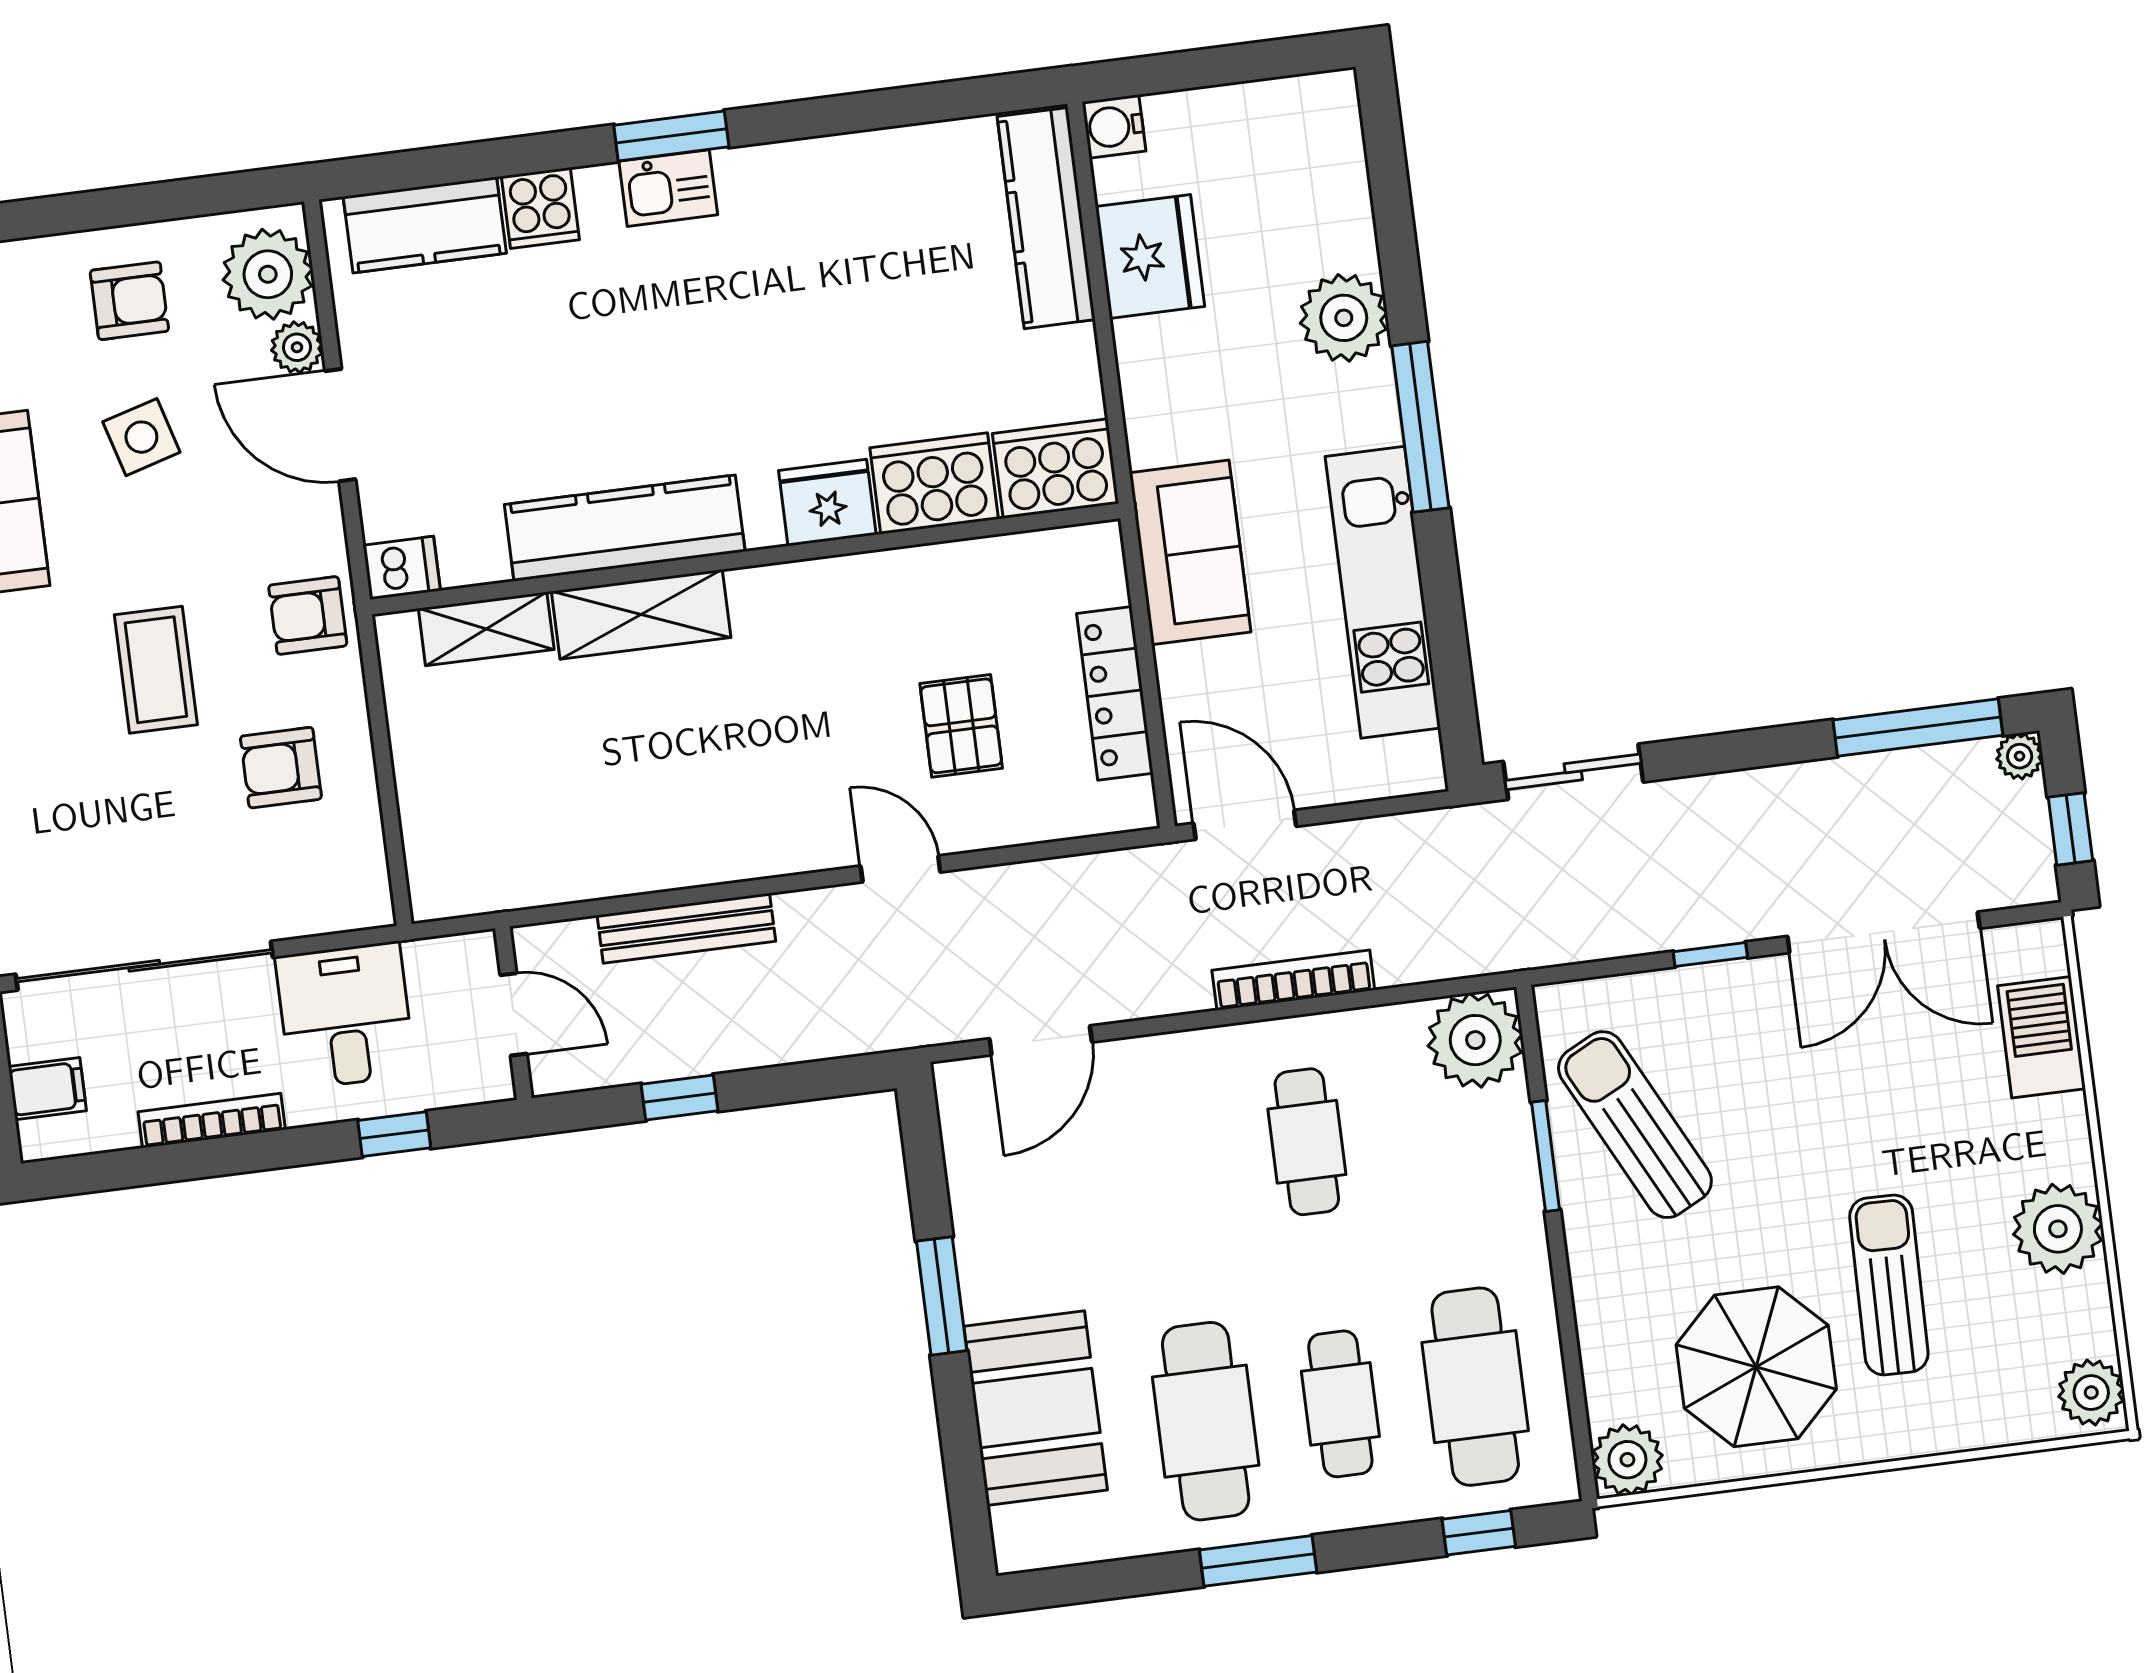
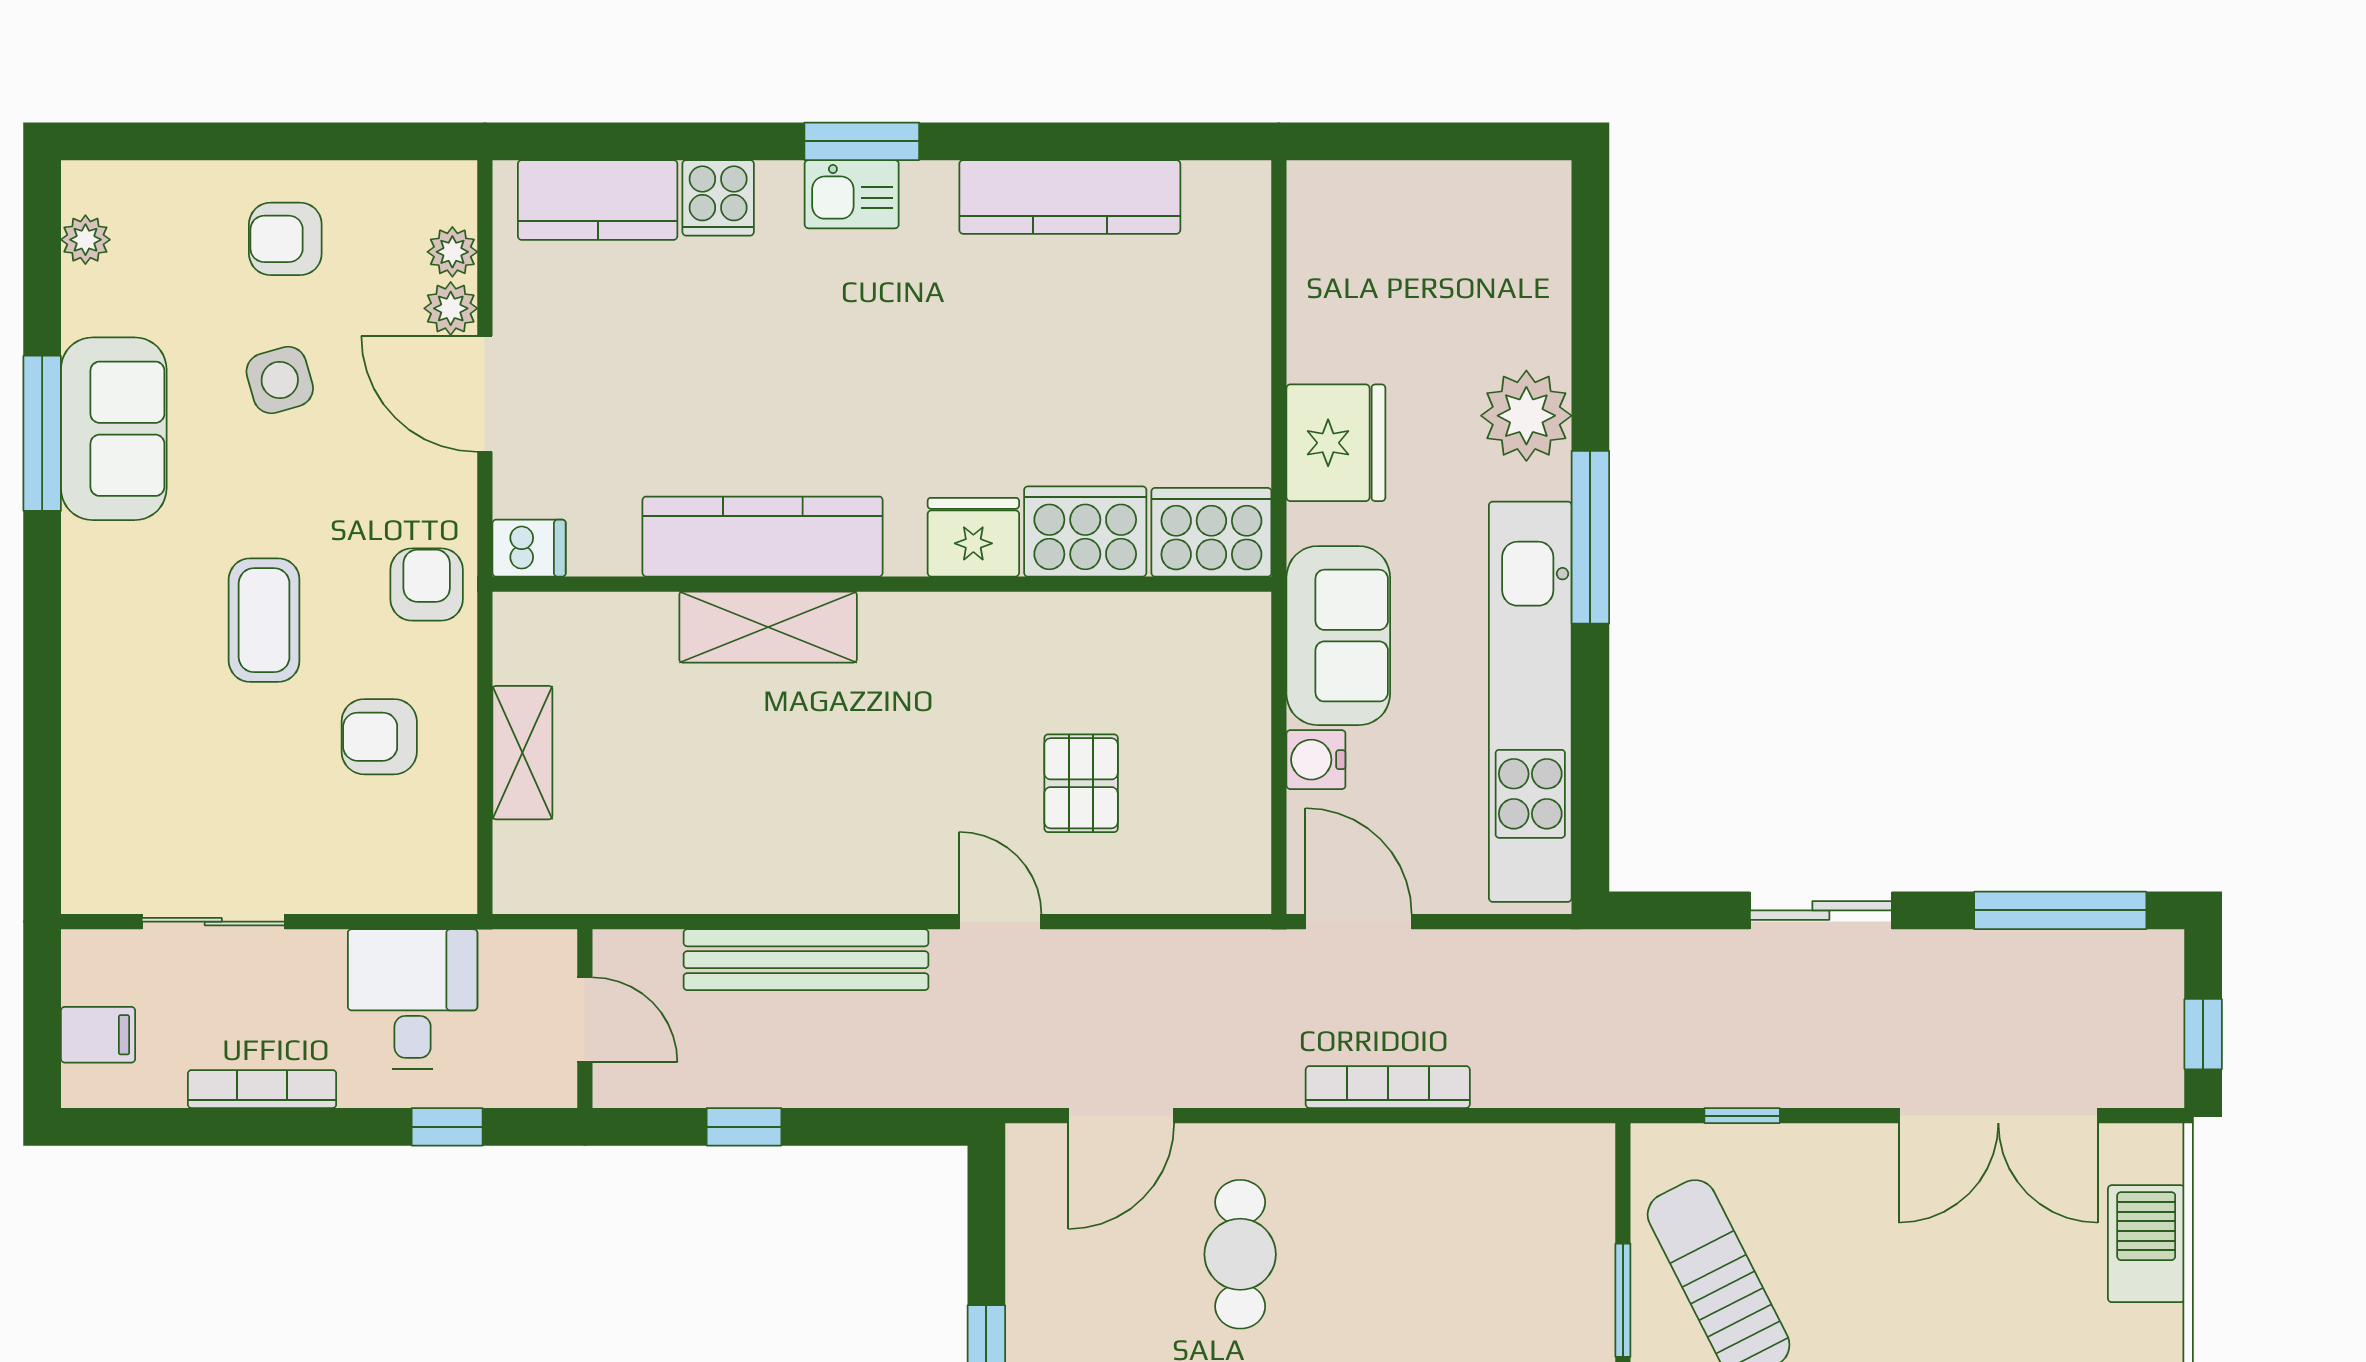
water cooler: (1114, 126) -> (1316, 760), moved
kitchen counter: (1046, 218) -> (1070, 197), moved, turned -90
fridge: (1150, 256) -> (1336, 443), moved
plant: (268, 274) -> (452, 252), width x0.53, depth x0.53
armchair: (129, 301) -> (285, 239), turned 180
kitchen unit: (1383, 592) -> (1530, 702), width x1.36
armchair: (308, 615) -> (427, 585), turned 90
shelving: (486, 629) -> (522, 753), moved, turned 90
locker: (1115, 693) -> (1243, 770), removed
plant: (2020, 756) -> (2161, 953), removed
sliding door: (1573, 772) -> (1821, 910), moved
bench: (686, 928) -> (806, 960), width x1.37, depth x1.21
window: (1710, 955) -> (1742, 1116), moved
sliding door: (144, 966) -> (213, 922), width x0.54
plant: (1475, 1040) -> (1566, 1172), removed
cafe table: (1307, 1142) -> (1240, 1254), moved

